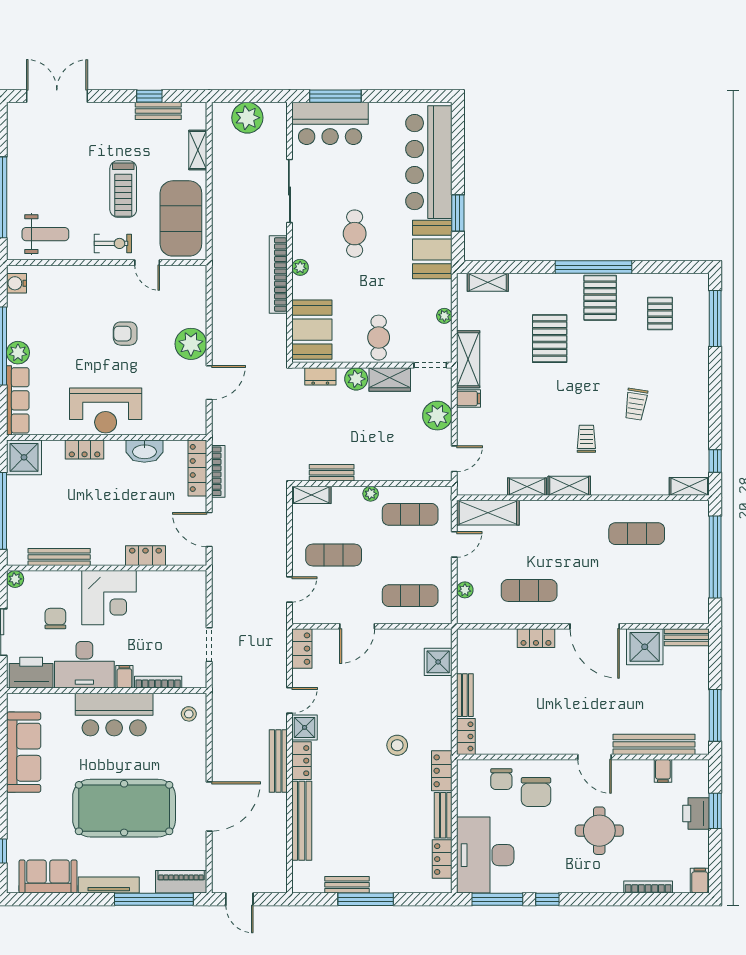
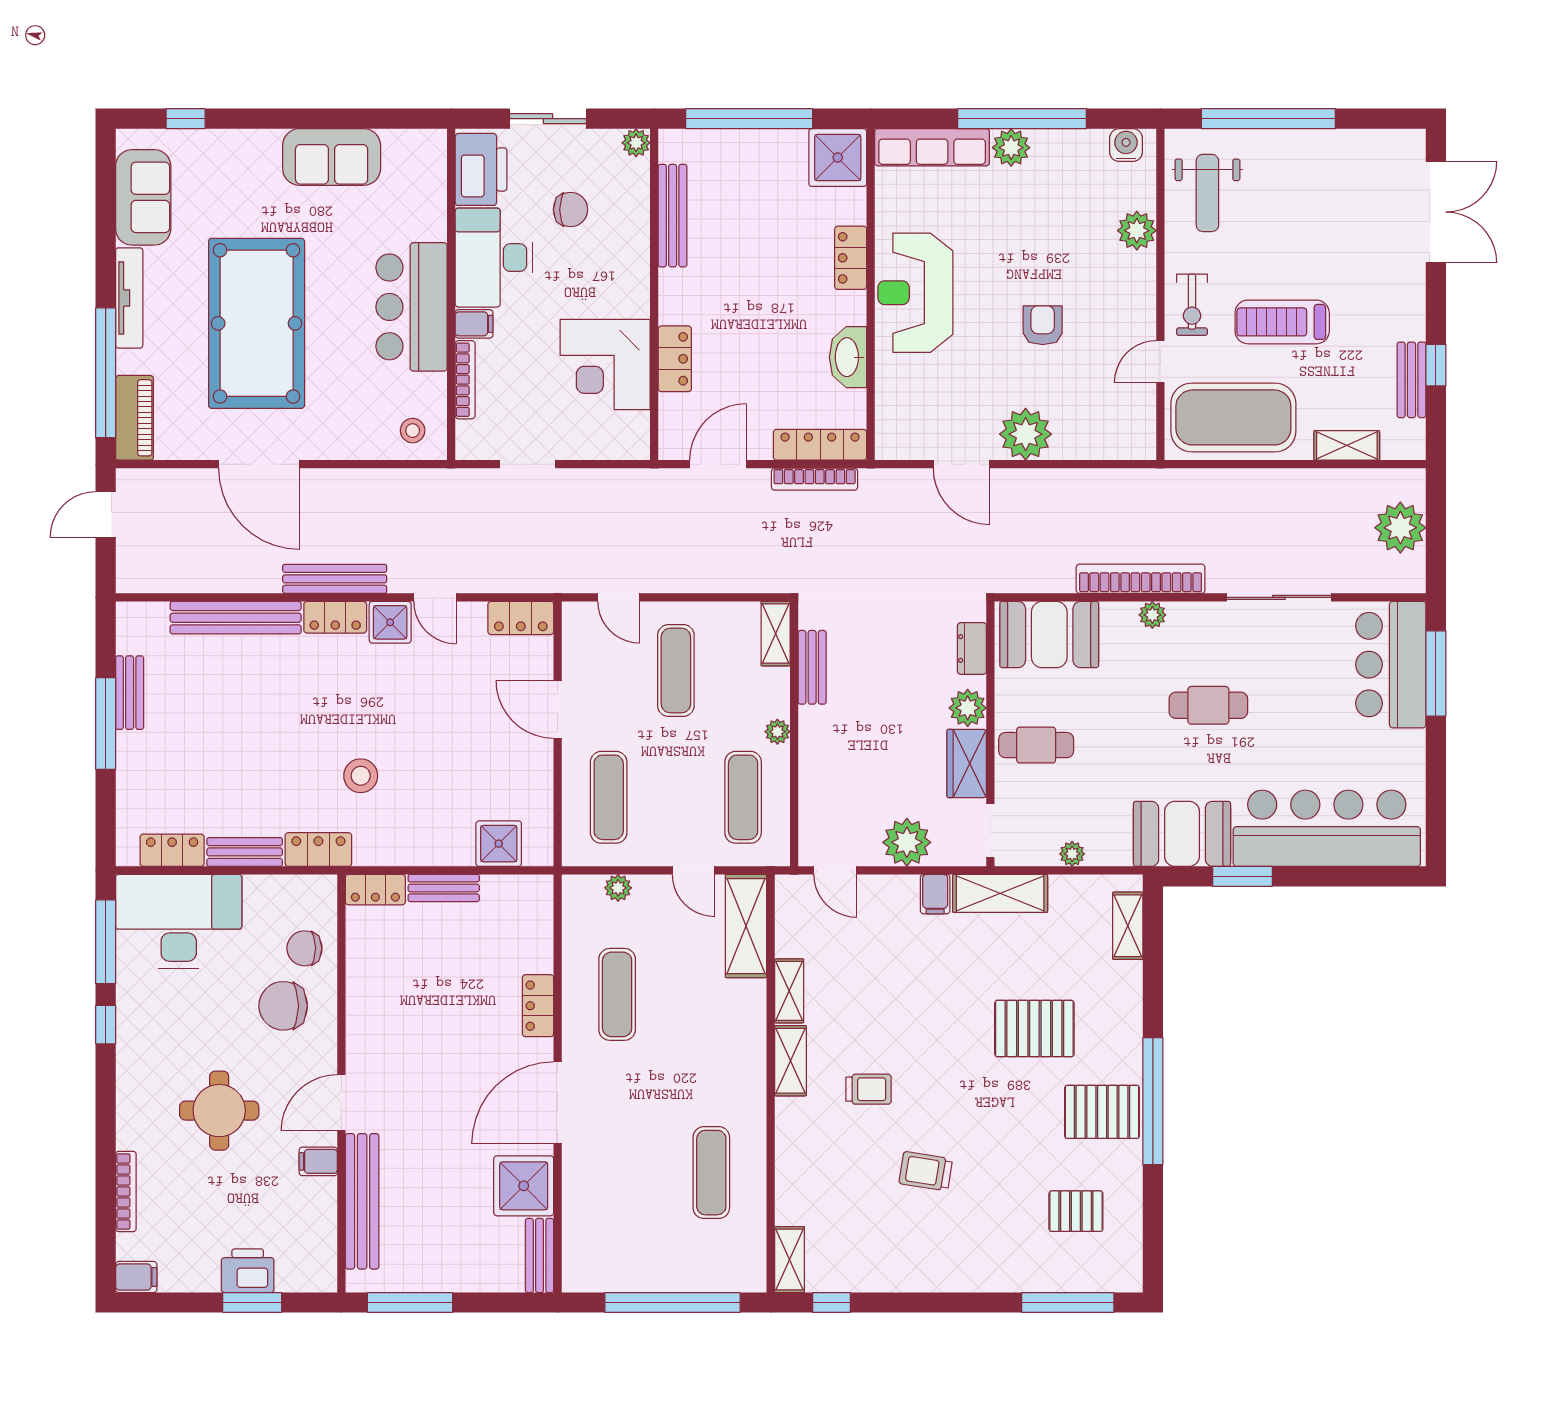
plant: (68, 277) -> (1137, 231), added
corner desk: (109, 598) -> (605, 365), moved
sofa: (24, 752) -> (332, 157), width x0.73
filing cabinet: (663, 771) -> (318, 1161), moved

